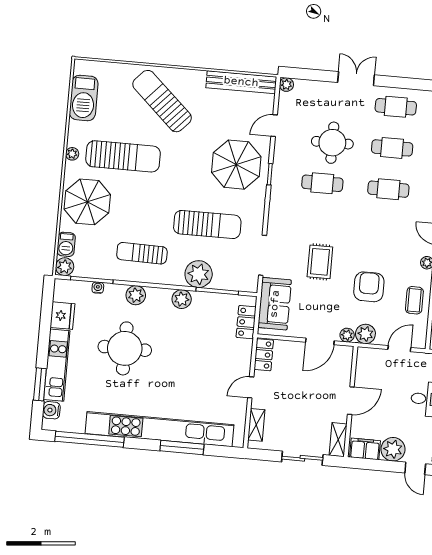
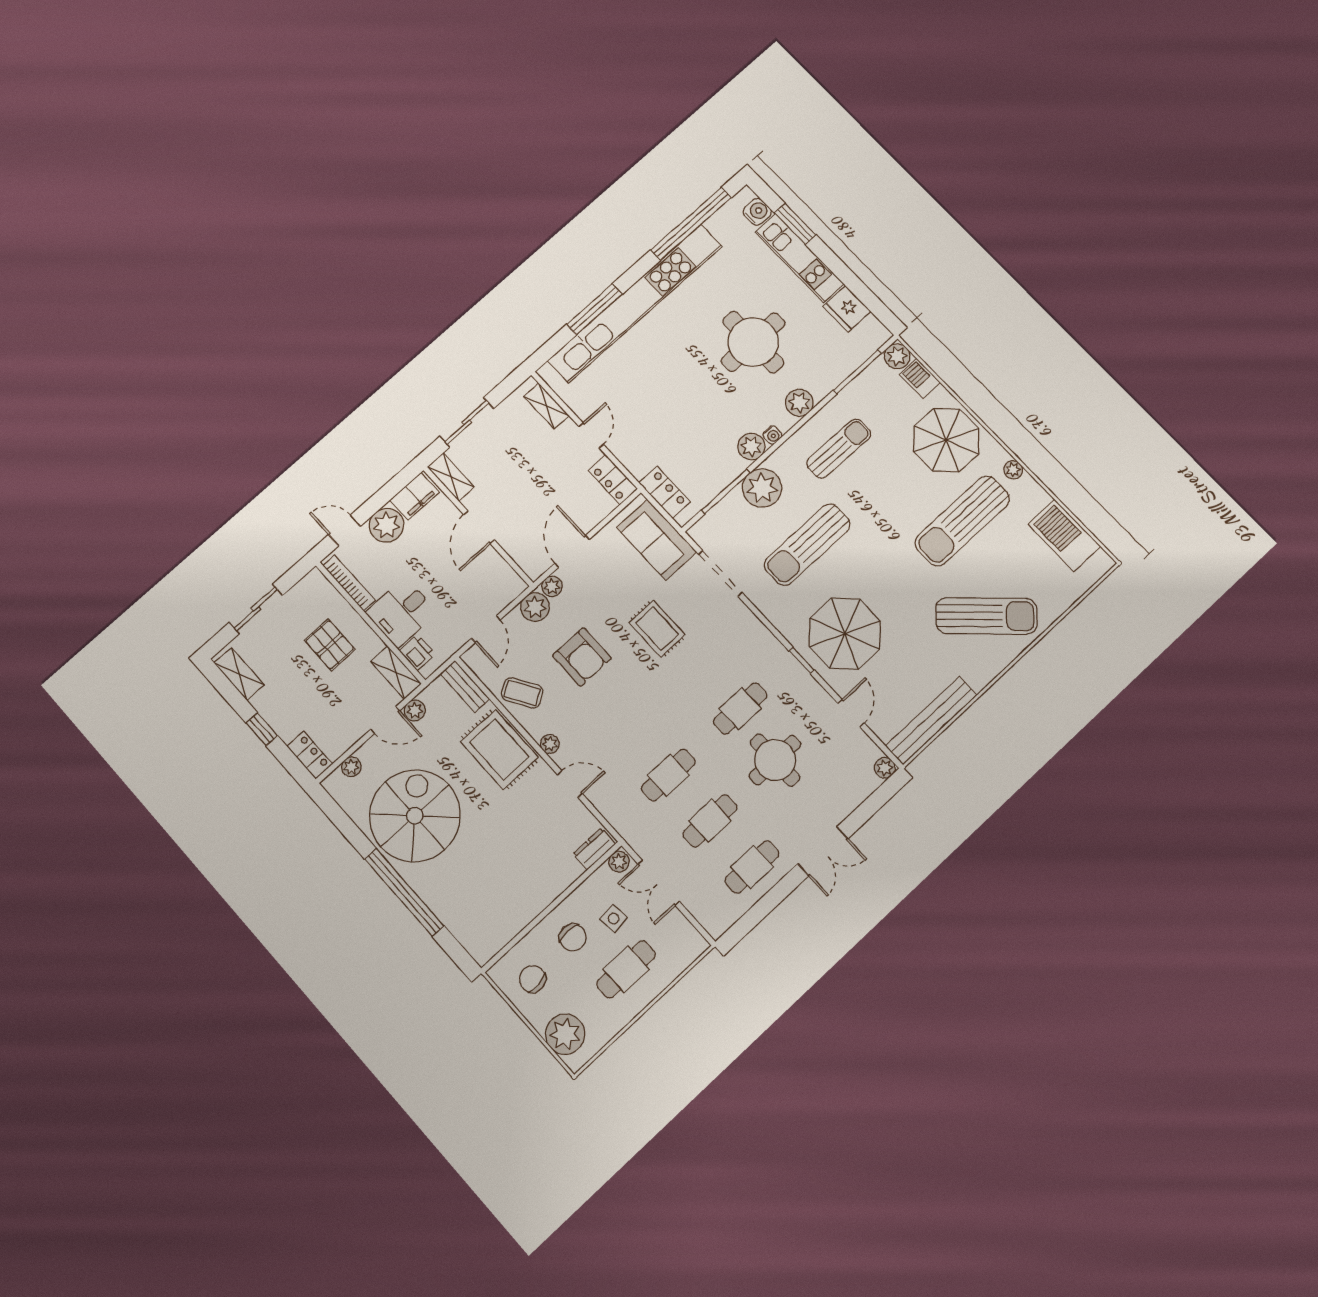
water cooler: (98, 288) -> (772, 435), moved
coffee table: (414, 300) -> (522, 693), turned -31

